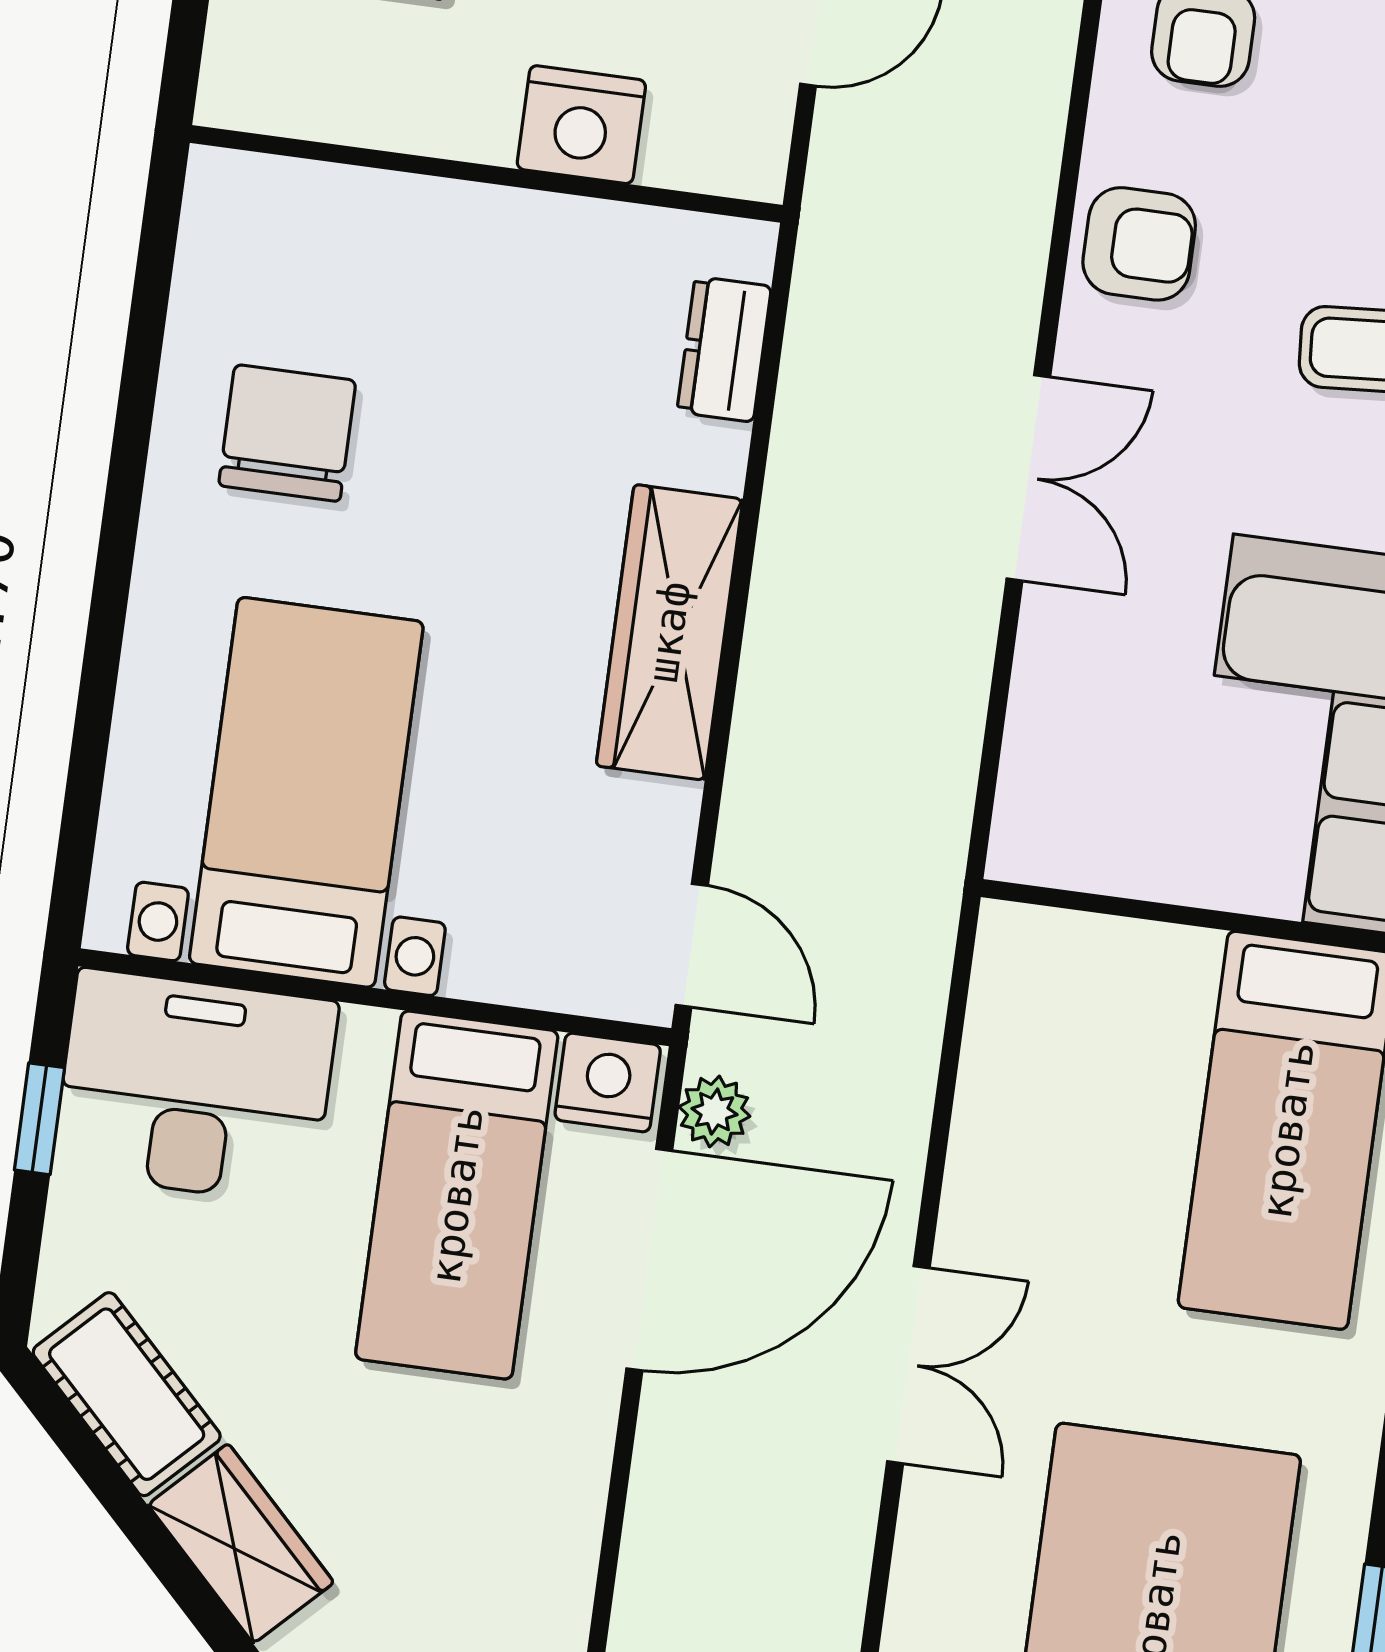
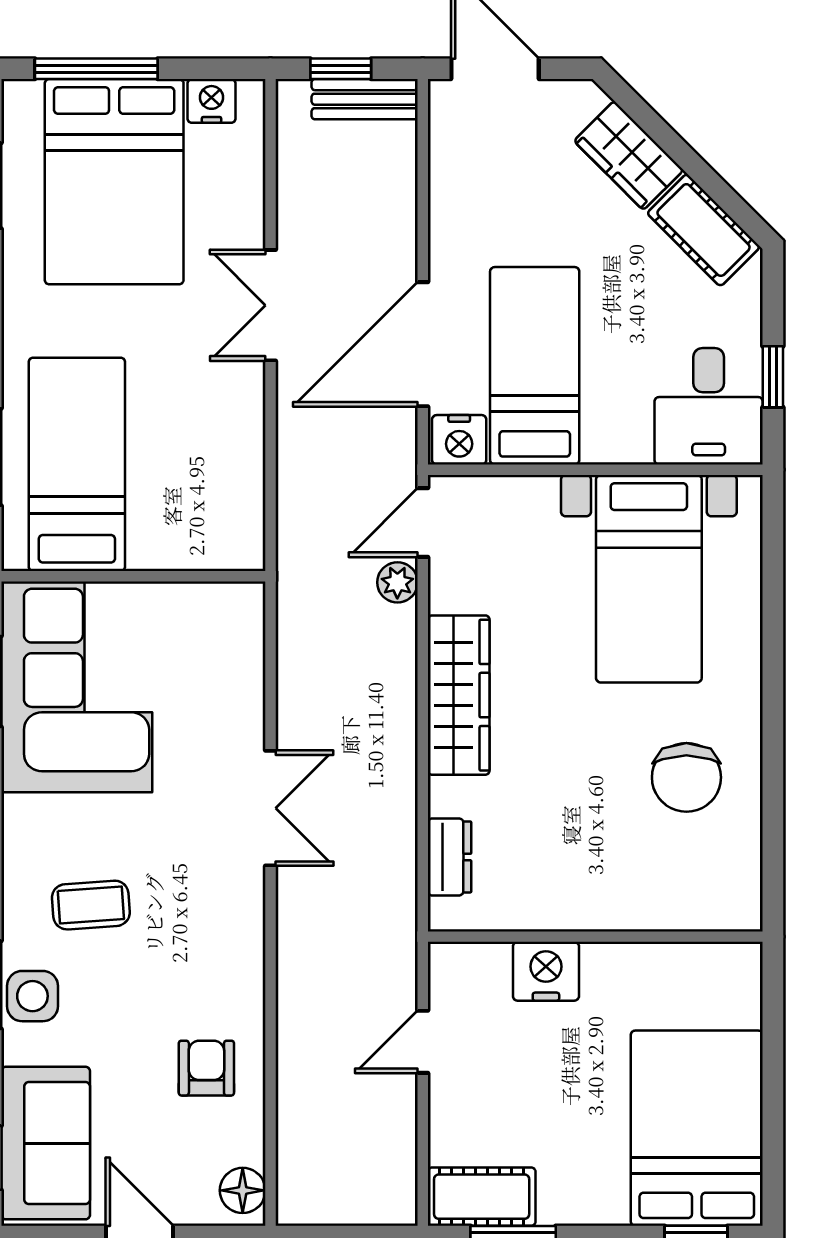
armchair: (1139, 244) -> (226, 947), removed
double door: (1028, 478) -> (270, 808), swing flipped
door: (692, 945) -> (423, 522), hinge flipped
desk: (195, 1087) -> (709, 406), width x0.73
plant: (715, 1112) -> (397, 582), moved

